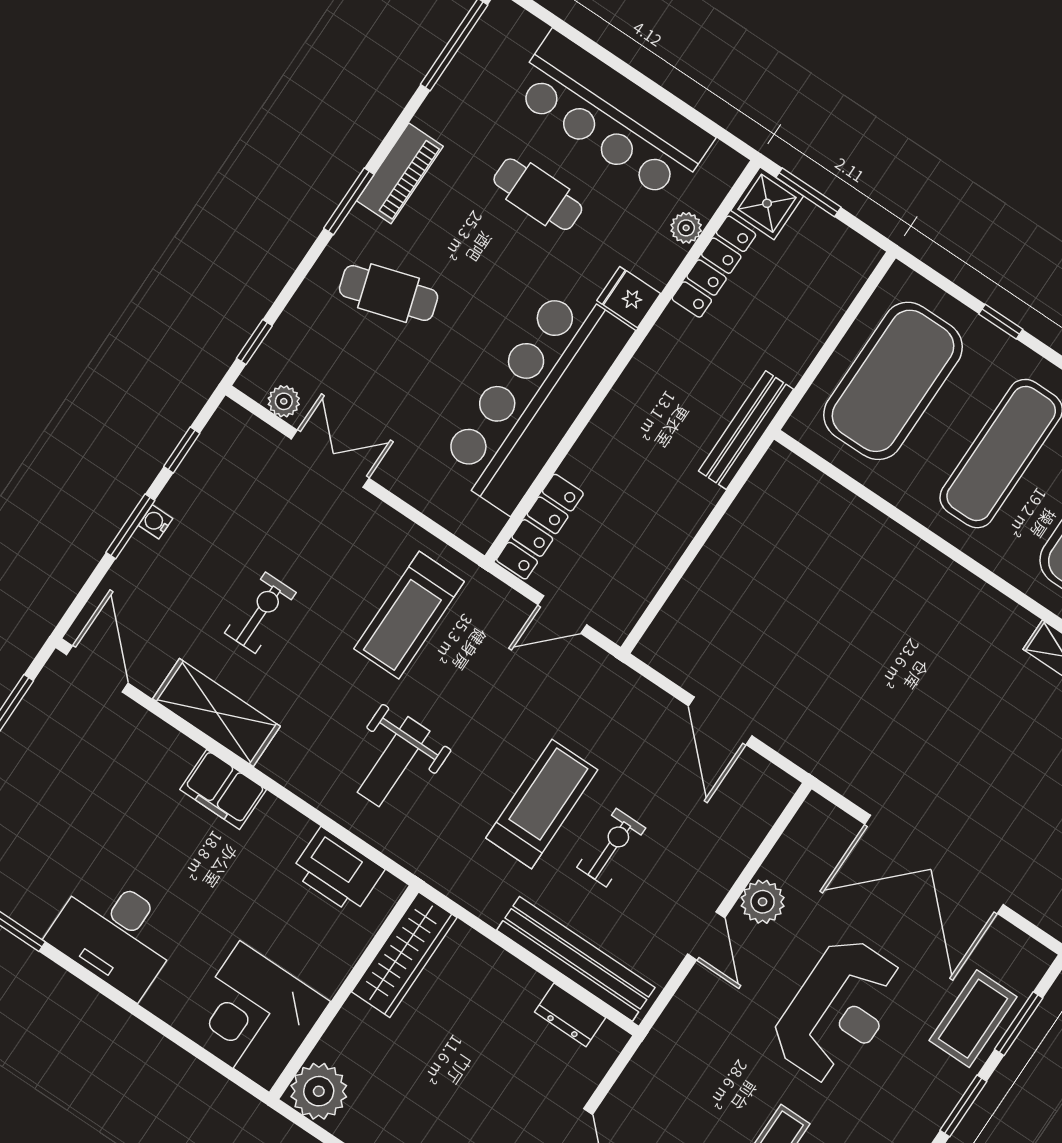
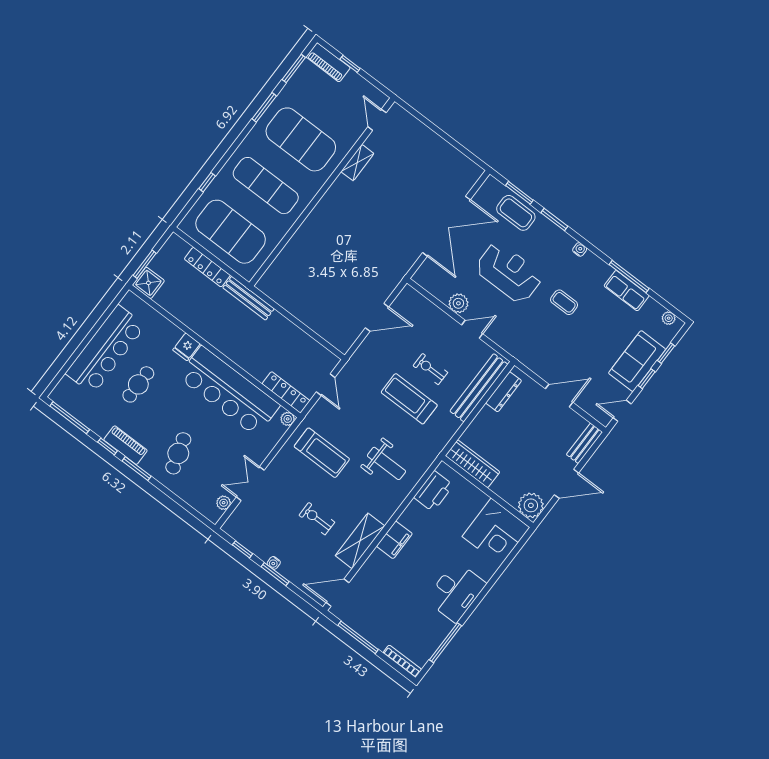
plant: (686, 228) -> (288, 419), moved
locker: (714, 267) -> (207, 267), moved, turned 180
window: (254, 342) -> (108, 446), moved
dresser: (570, 1015) -> (504, 392), width x1.44

